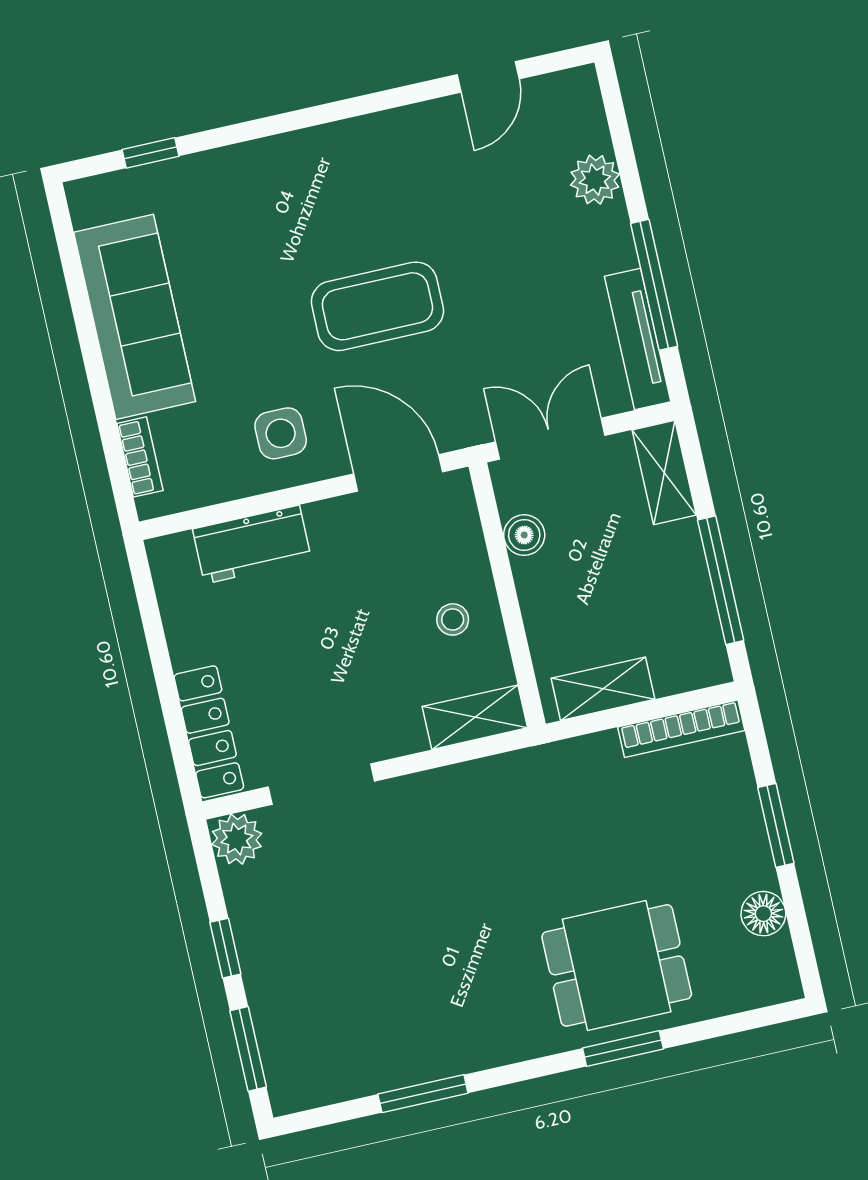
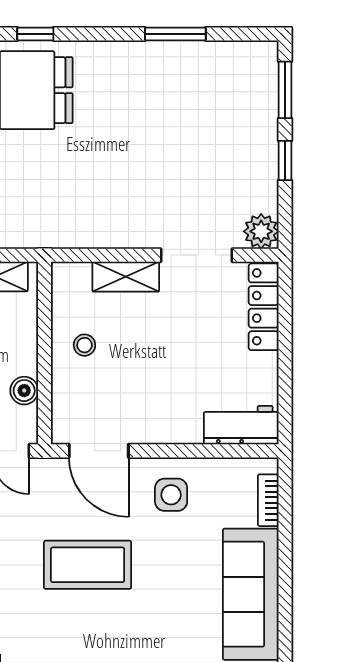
workbench: (252, 544) -> (241, 425), moved
shelving: (475, 717) -> (126, 277), moved
window: (623, 1049) -> (35, 34), width x0.67

